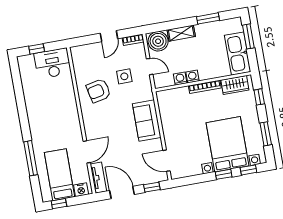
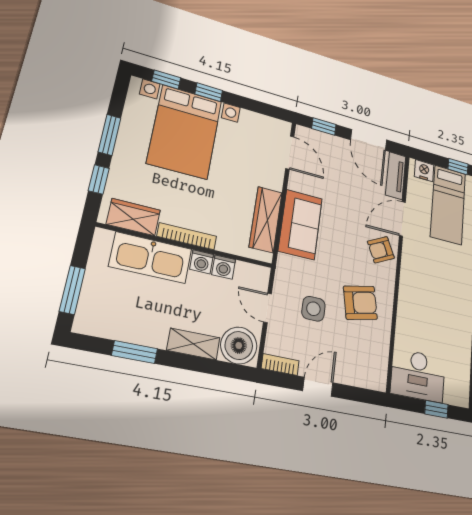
kitchen sink: (238, 54) -> (151, 258), moved, turned 90
wardrobe: (167, 115) -> (266, 219), added
armchair: (95, 127) -> (381, 250), added
window: (266, 134) -> (109, 135), moved

